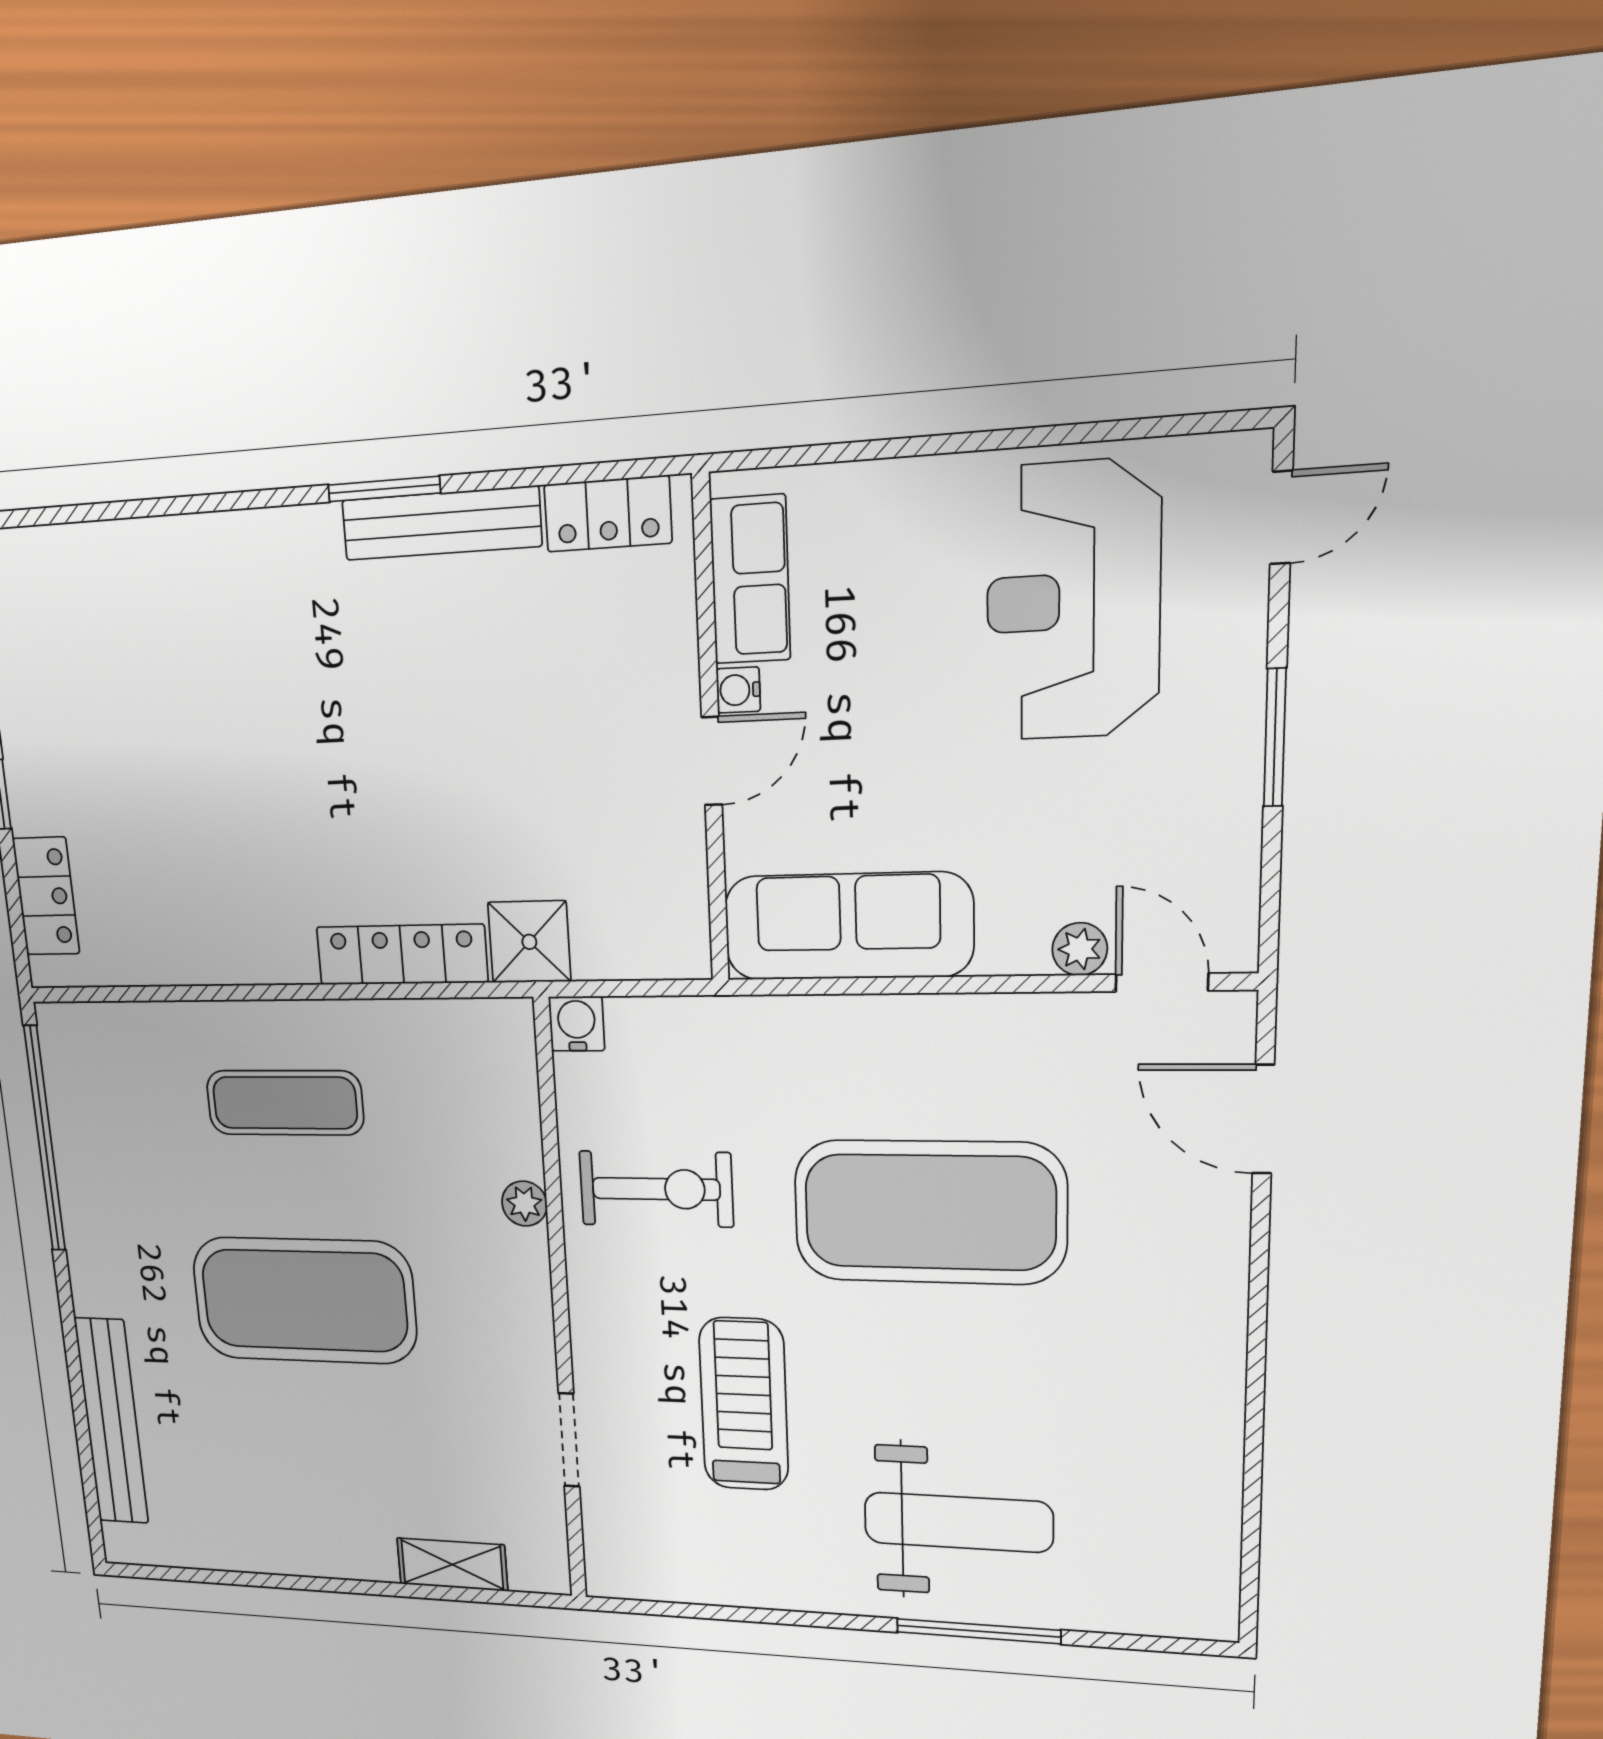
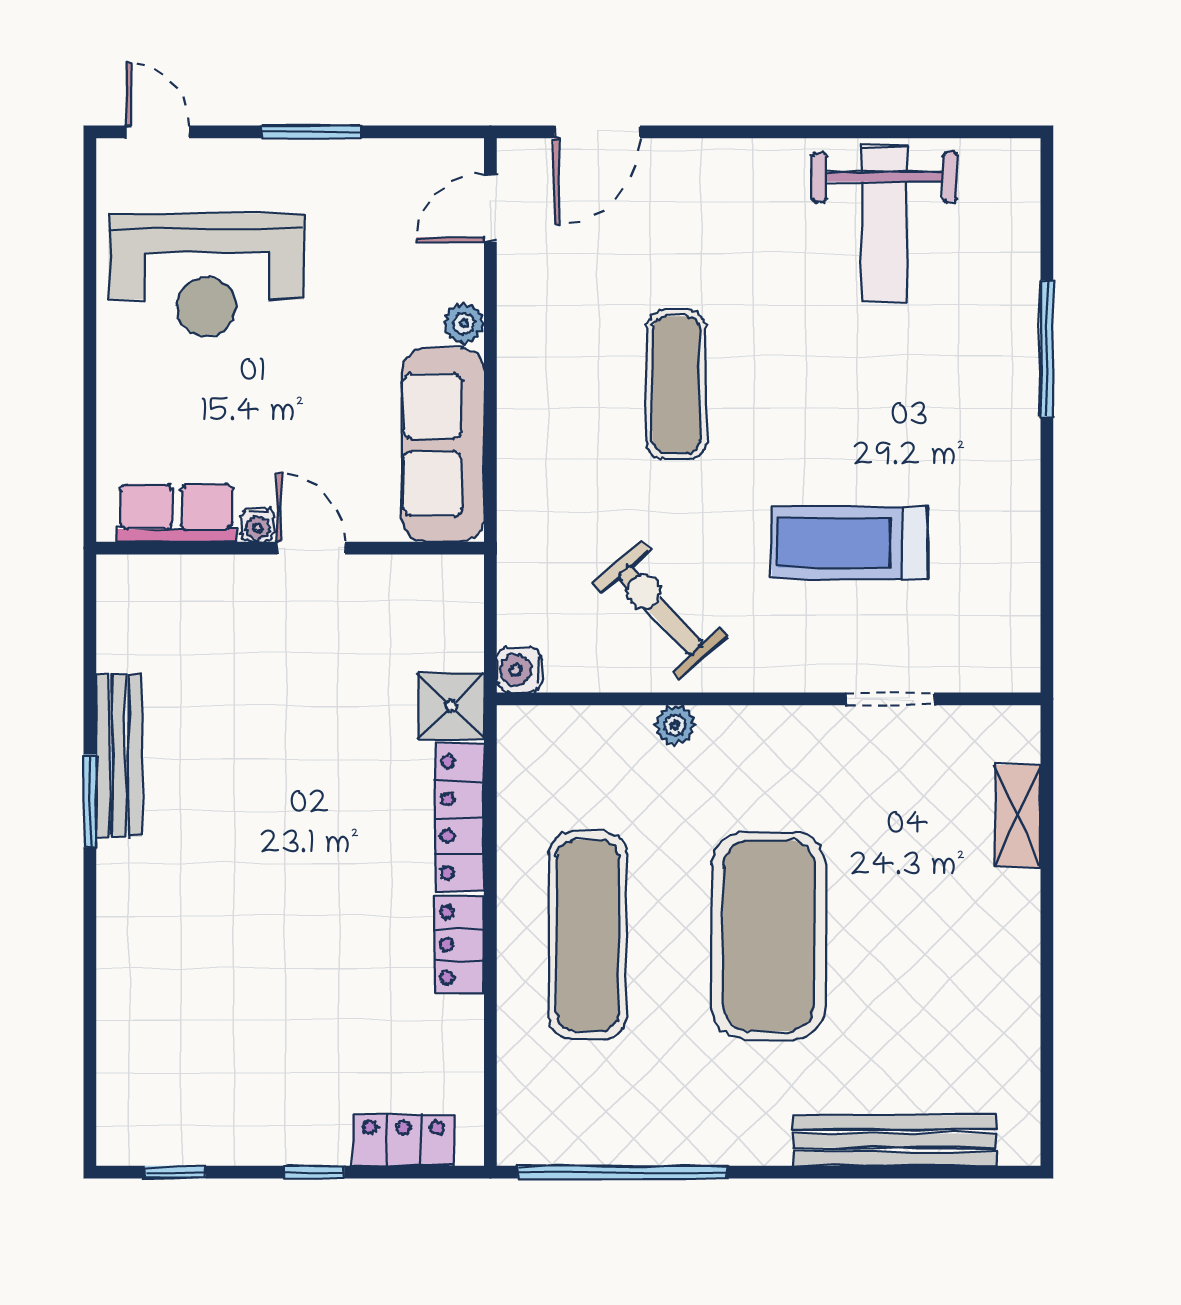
locker: (608, 514) -> (459, 945), moved, turned 180
plant: (1080, 949) -> (464, 323), moved
exercise mat: (285, 1103) -> (588, 936), width x1.36, depth x1.45
exercise bike: (656, 1189) -> (660, 610), turned -42
exercise mat: (929, 1212) -> (676, 385), width x0.50, depth x0.69
weight bench: (958, 1522) -> (885, 223), moved, turned 180

